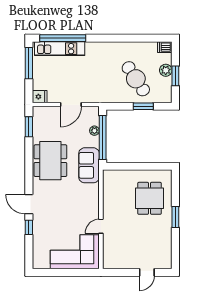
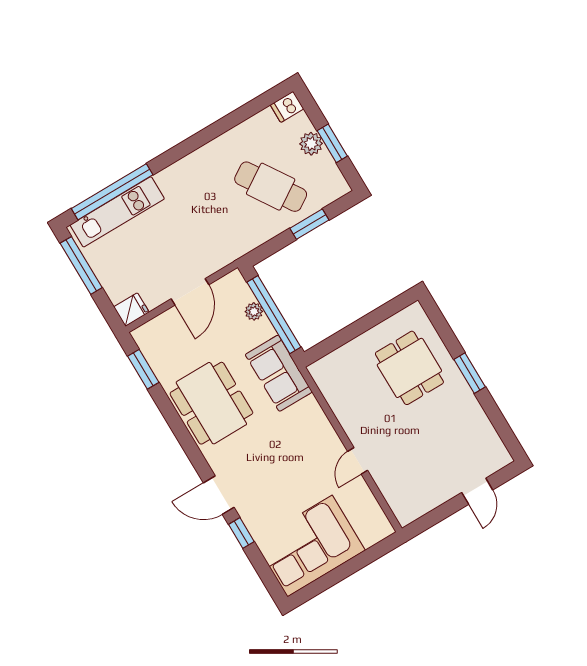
corner sofa: (74, 252) -> (310, 546), moved

